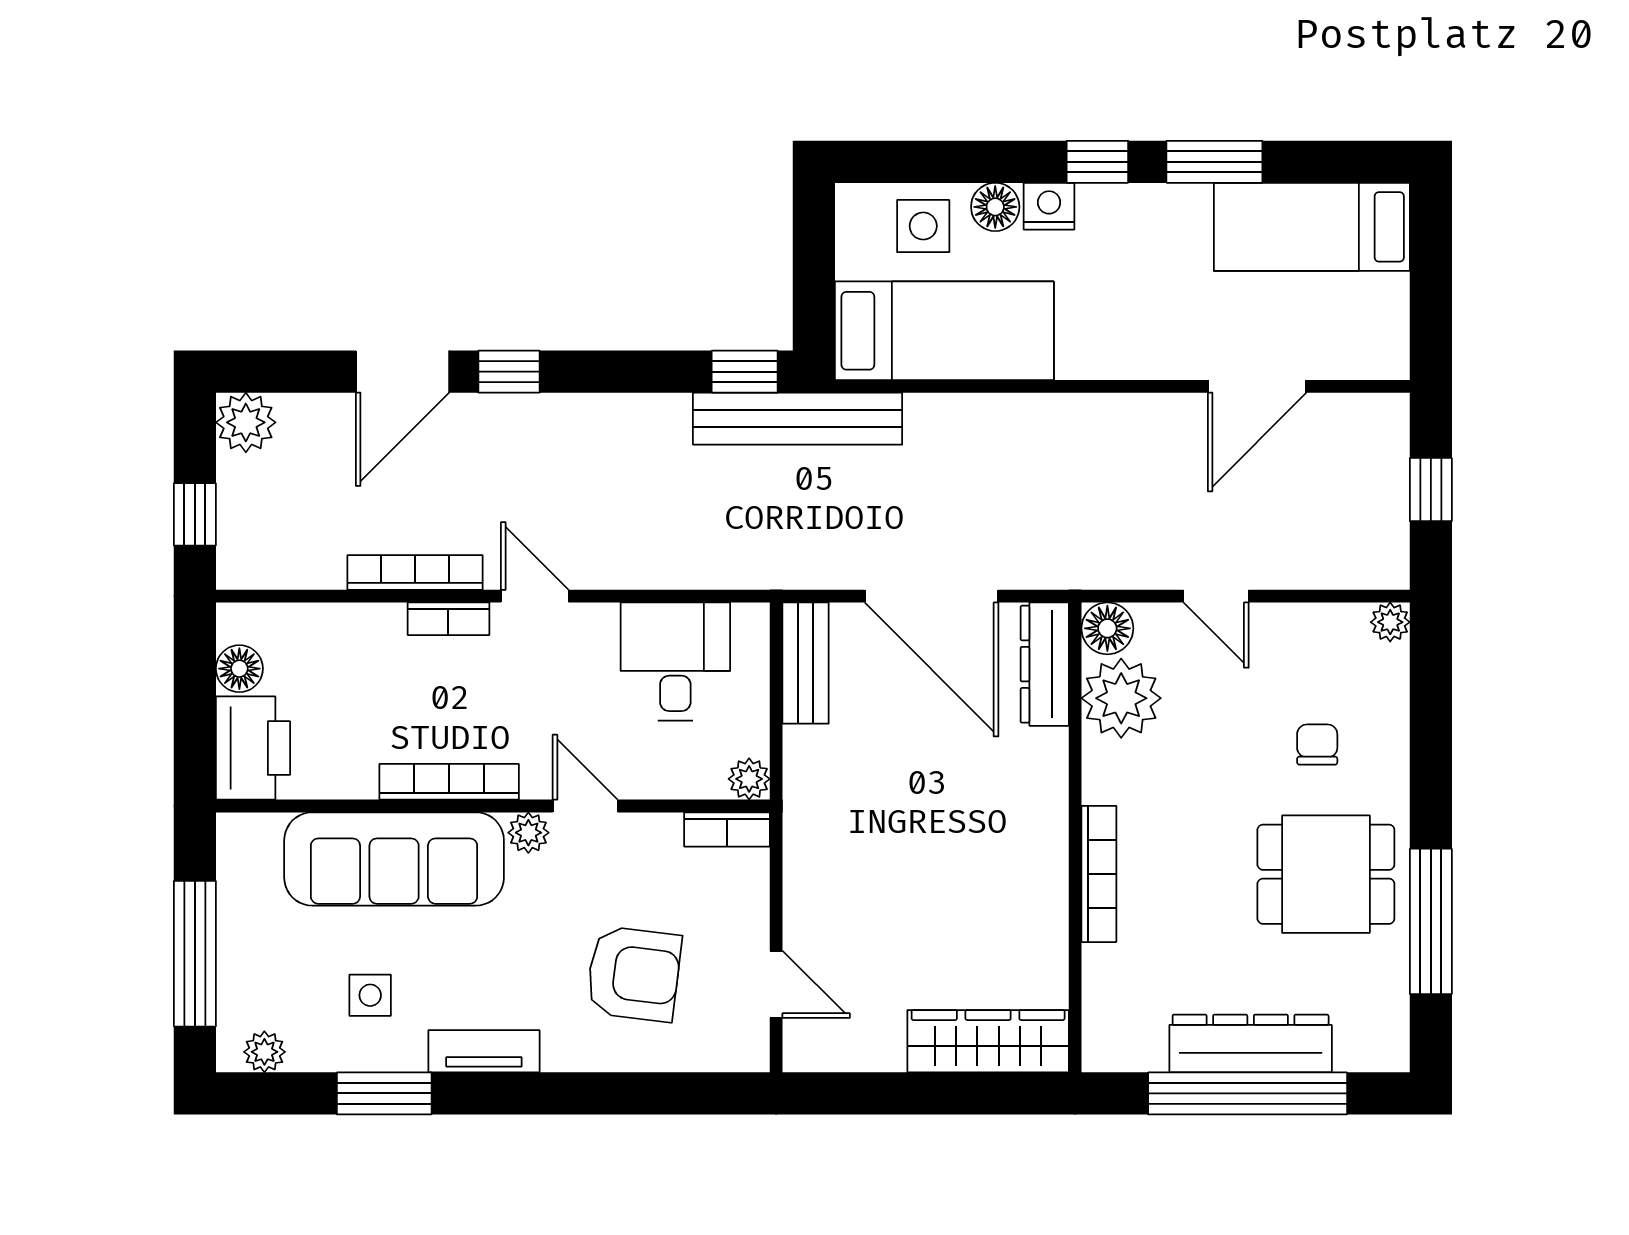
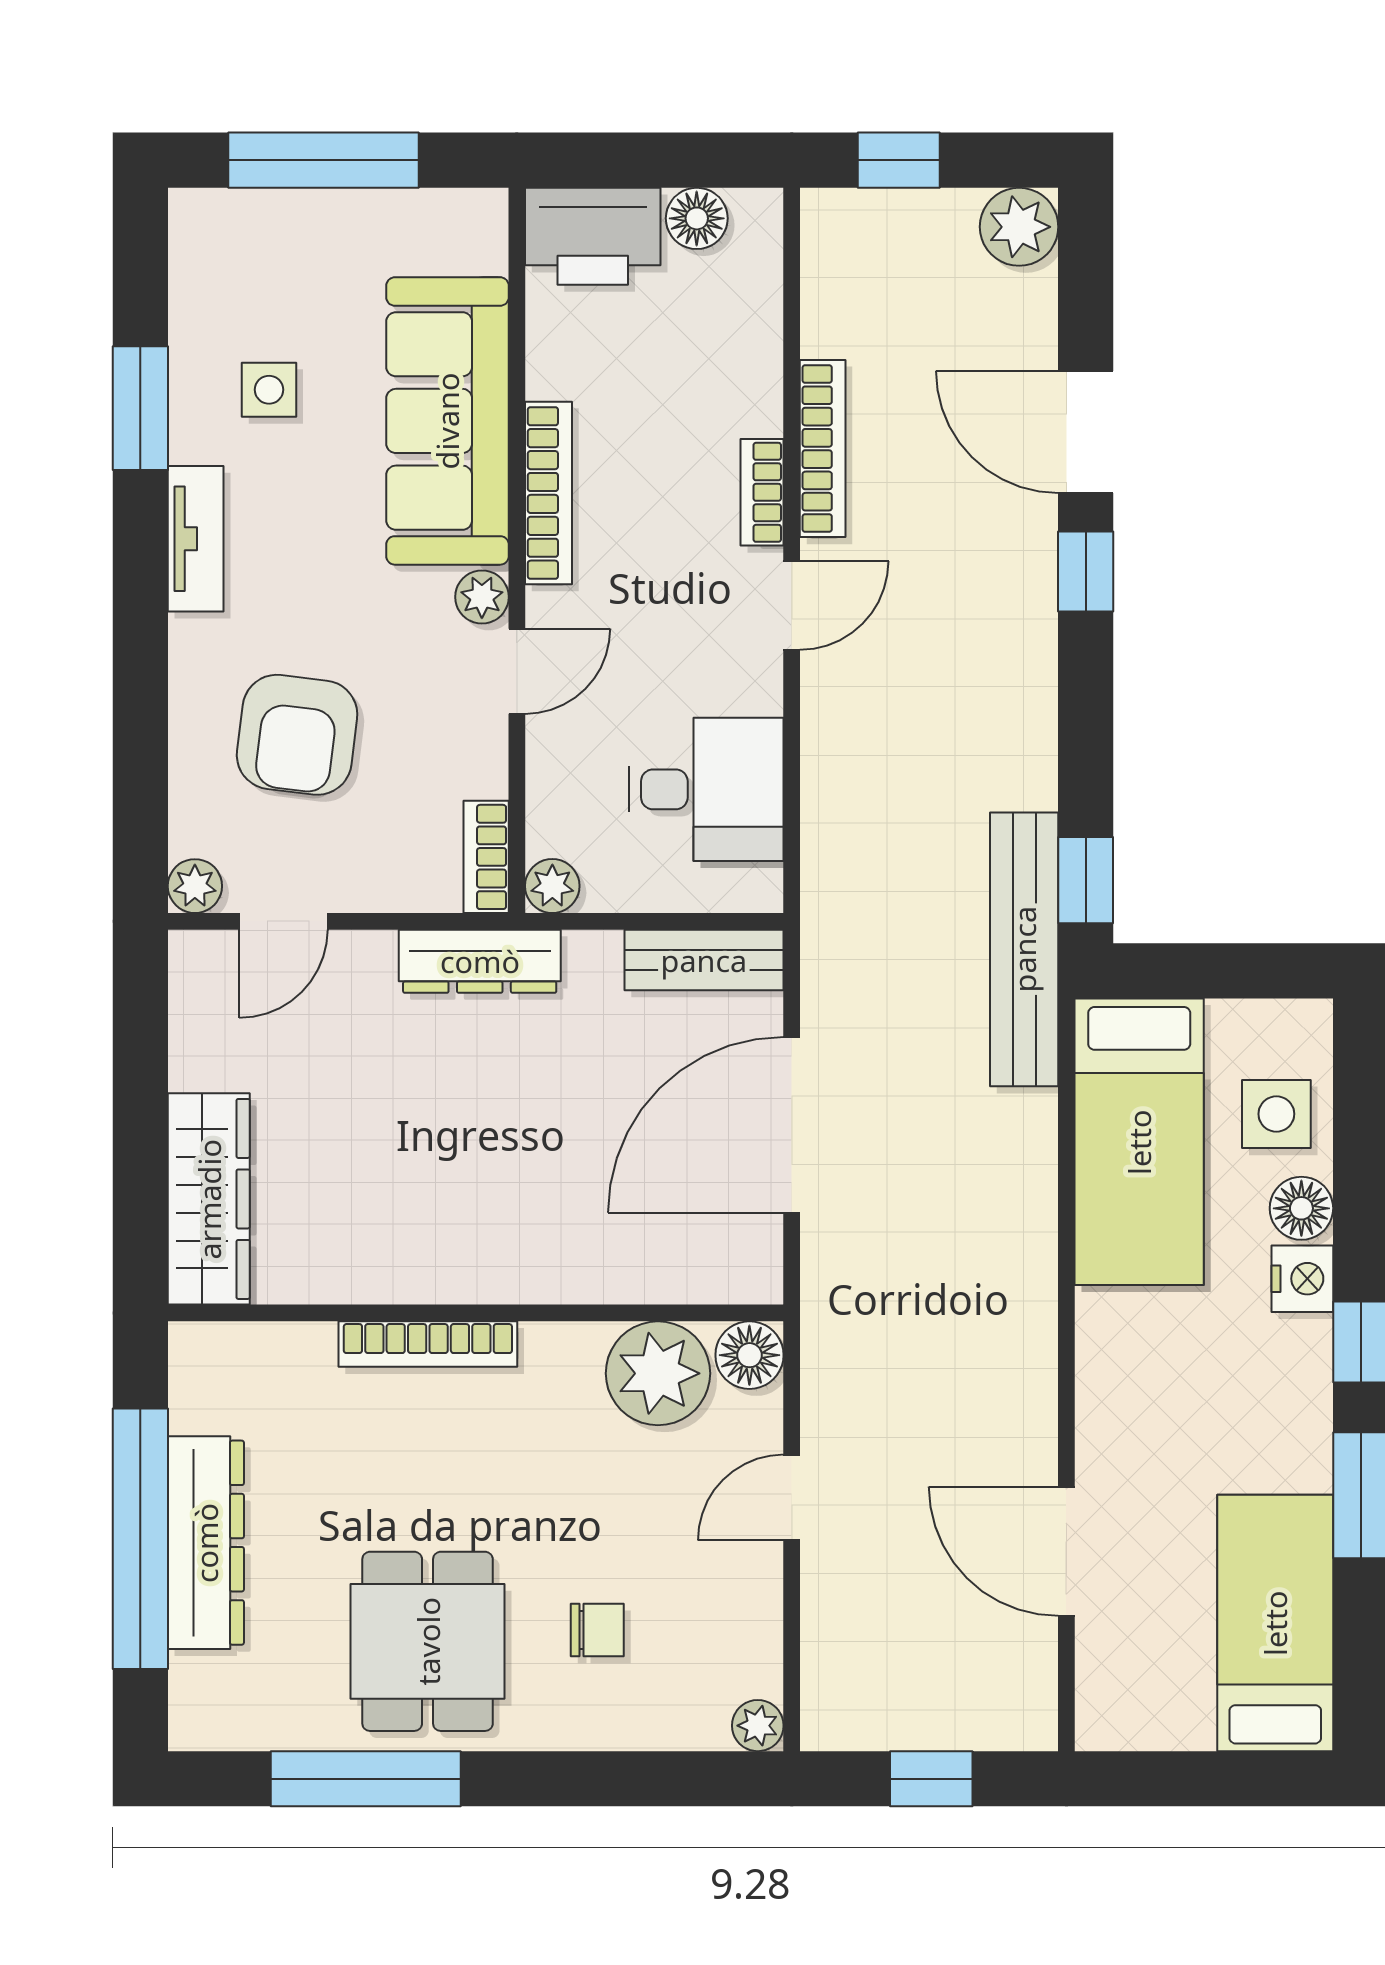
dresser: (1045, 664) -> (480, 961), moved, turned 180
plant: (264, 1052) -> (195, 886), moved

